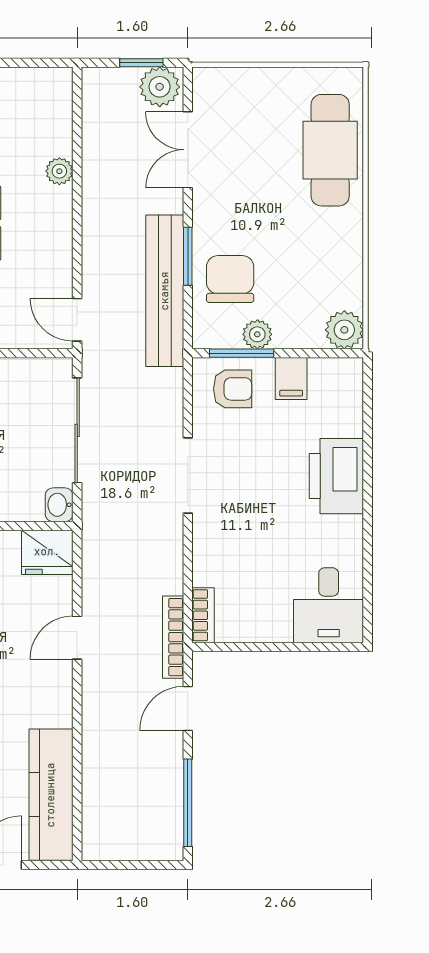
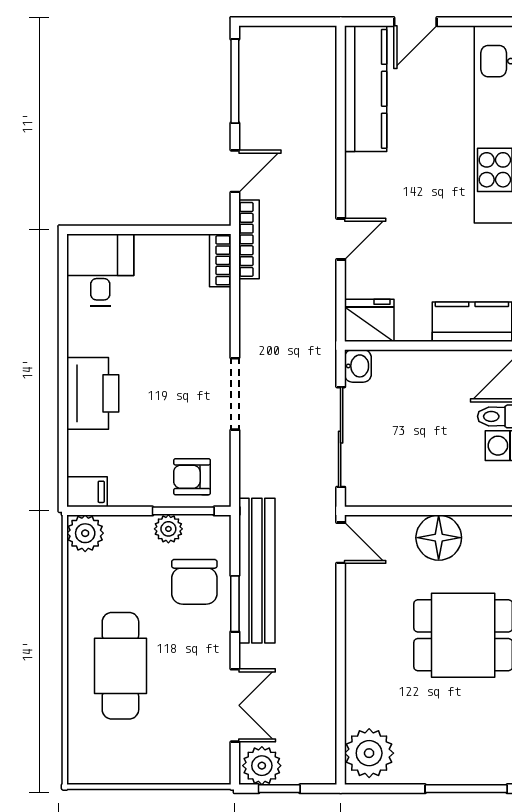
cafe table: (330, 150) -> (120, 666), moved
plant: (59, 171) -> (369, 753), moved, width x1.87, depth x1.87
filing cabinet: (291, 378) -> (87, 492), moved, turned 90

